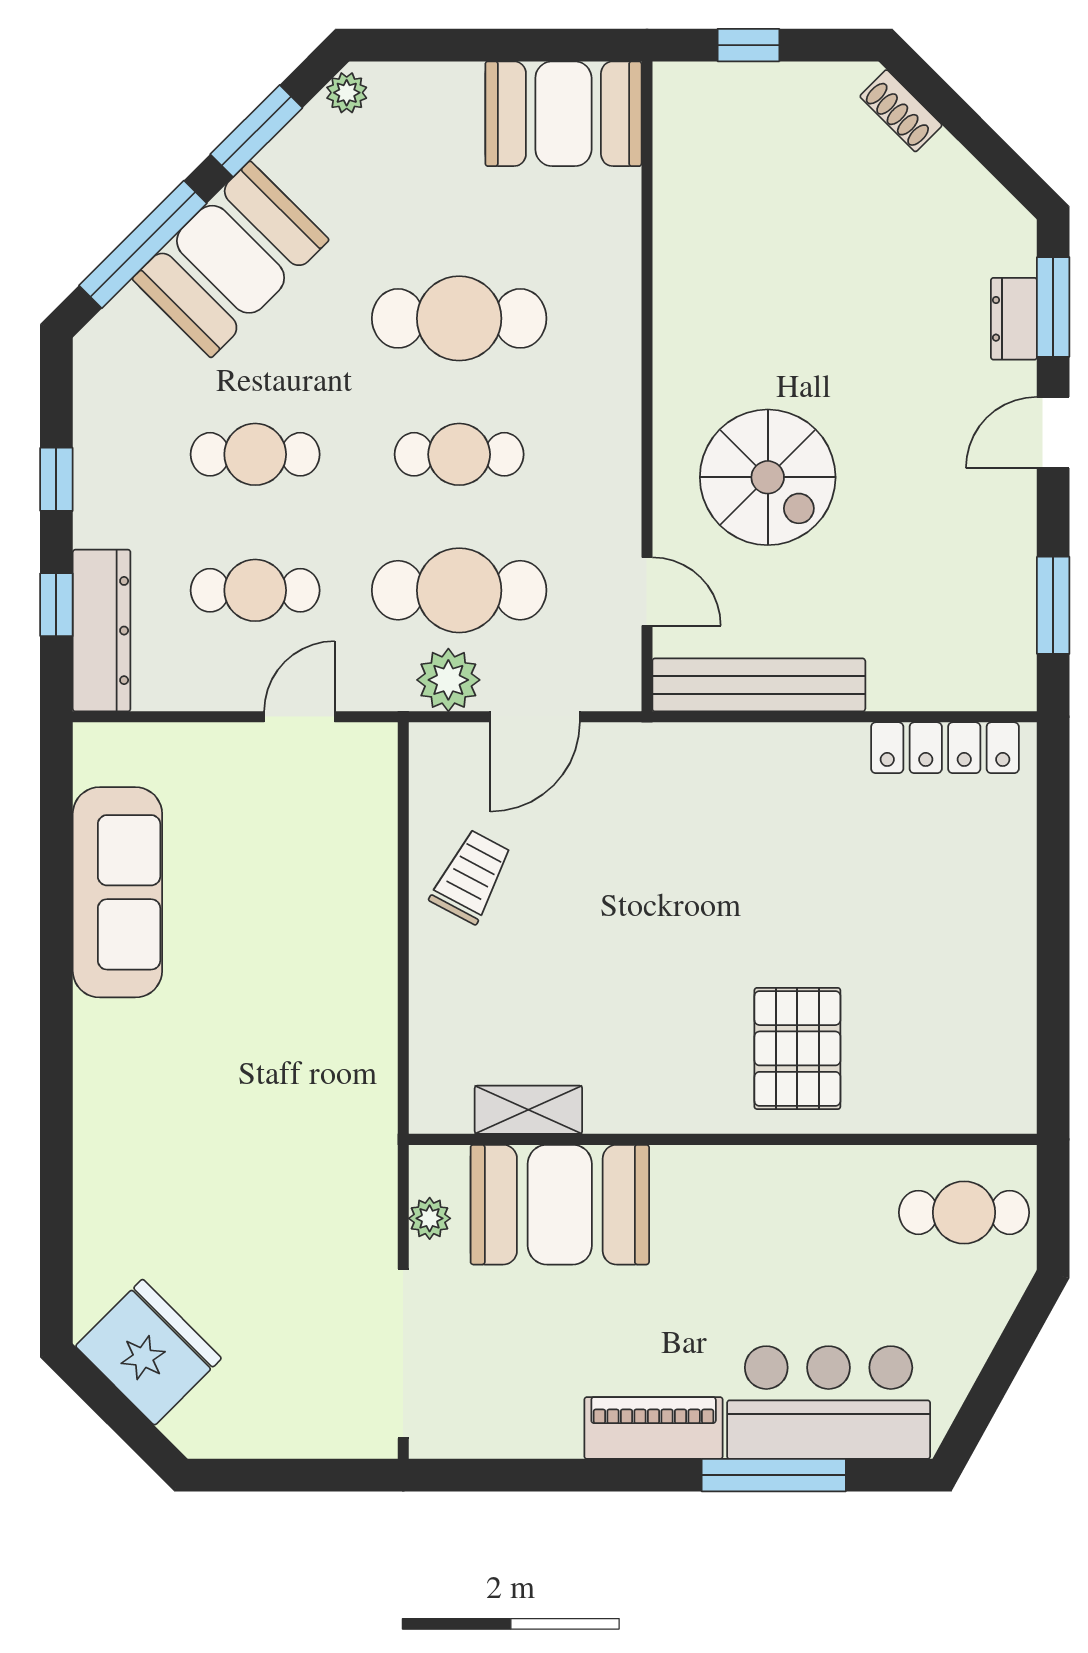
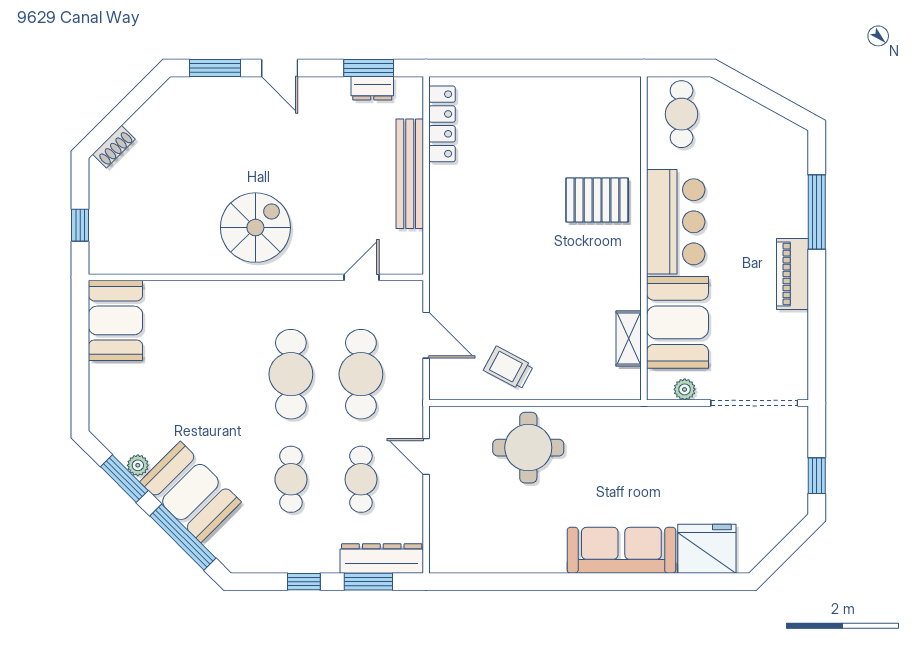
plant: (347, 93) -> (138, 465), moved
cafe table: (459, 318) -> (221, 374), removed
dresser: (1014, 319) -> (372, 88), moved
cafe table: (459, 454) -> (291, 374), width x1.37, depth x1.35
spiral stairs: (768, 477) -> (255, 228), moved
window: (56, 605) -> (368, 582), width x1.50
plant: (448, 680) -> (407, 380), removed
bench: (759, 685) -> (410, 174), moved
sofa: (117, 892) -> (621, 550), moved
round table: (317, 915) -> (528, 448), added
fridge: (149, 1352) -> (707, 549), moved, turned 45
bar counter: (829, 1403) -> (676, 222), moved, turned 180
window: (262, 1475) -> (817, 476), added

